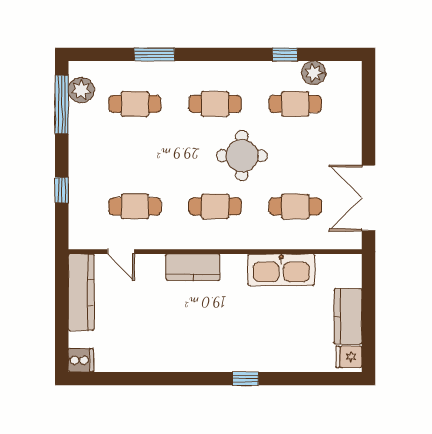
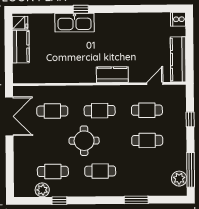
cafe table: (135, 104) -> (147, 140), moved
door: (121, 252) -> (155, 84), hinge flipped
kitchen sink: (281, 270) -> (75, 23), moved, turned 180

